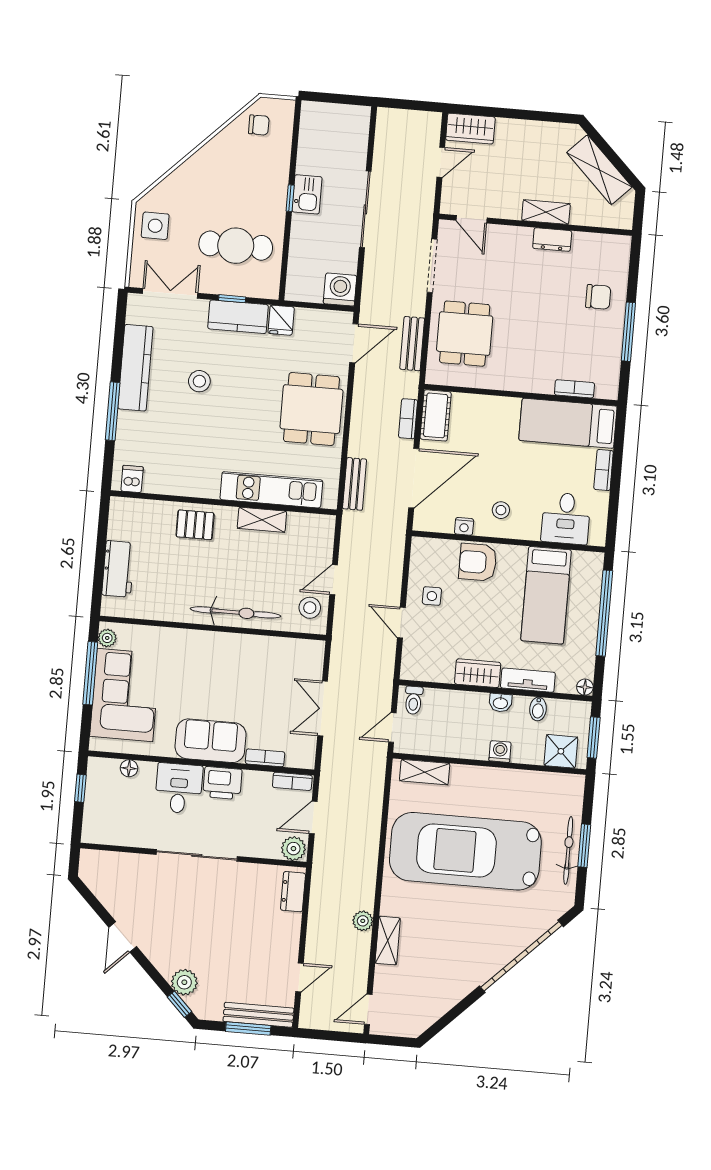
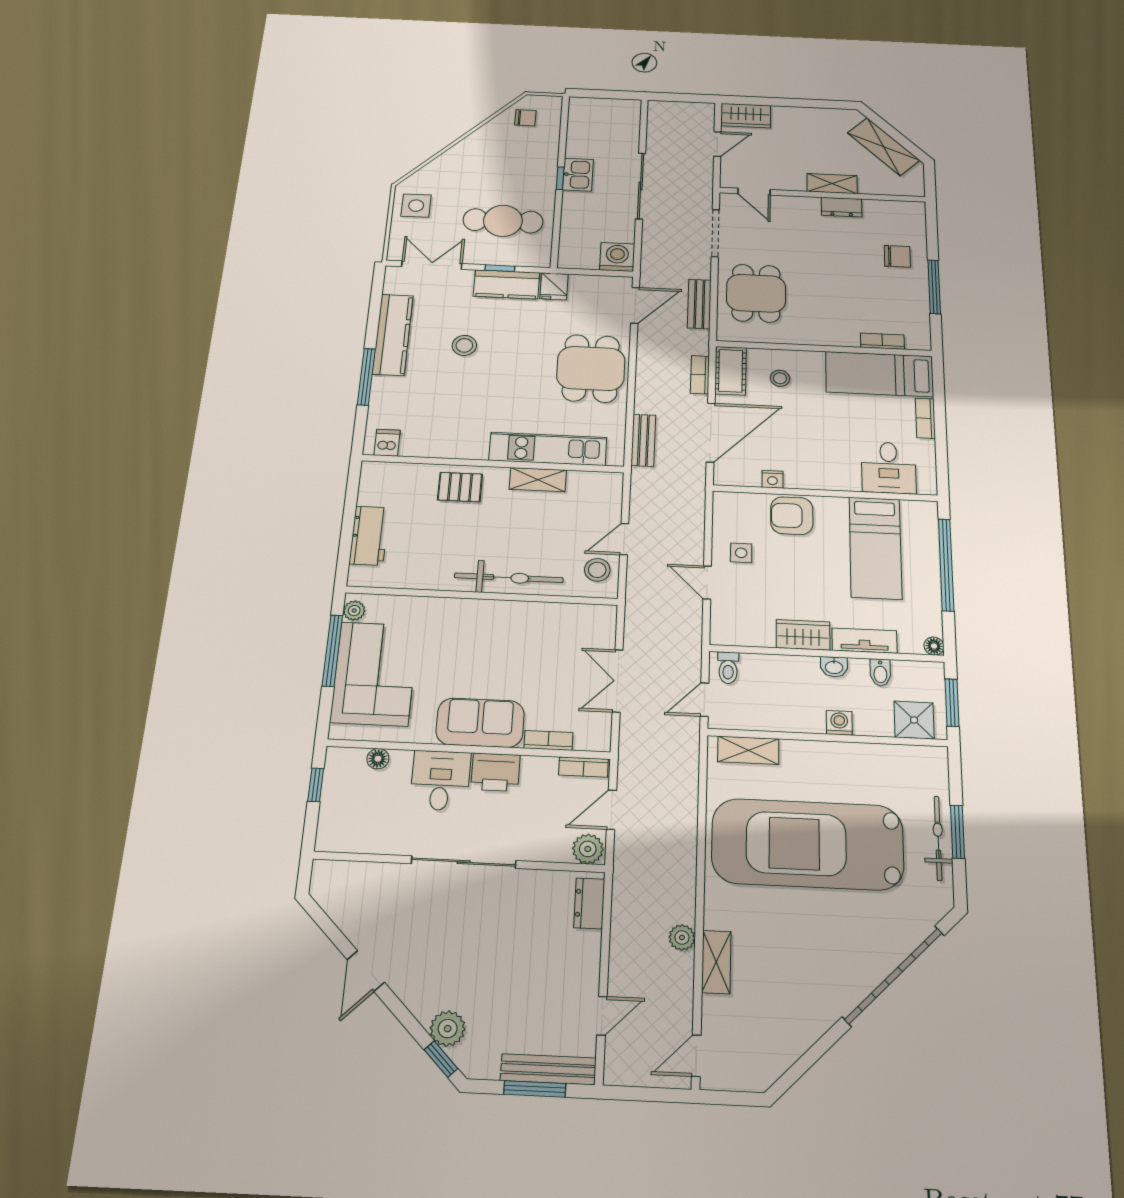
stool: (501, 510) -> (780, 378), moved

